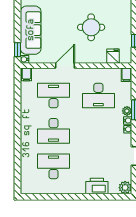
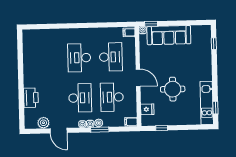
door: (65, 66) -> (138, 78), moved
desk: (53, 166) -> (80, 98), moved
plant: (125, 188) -> (43, 123), moved

